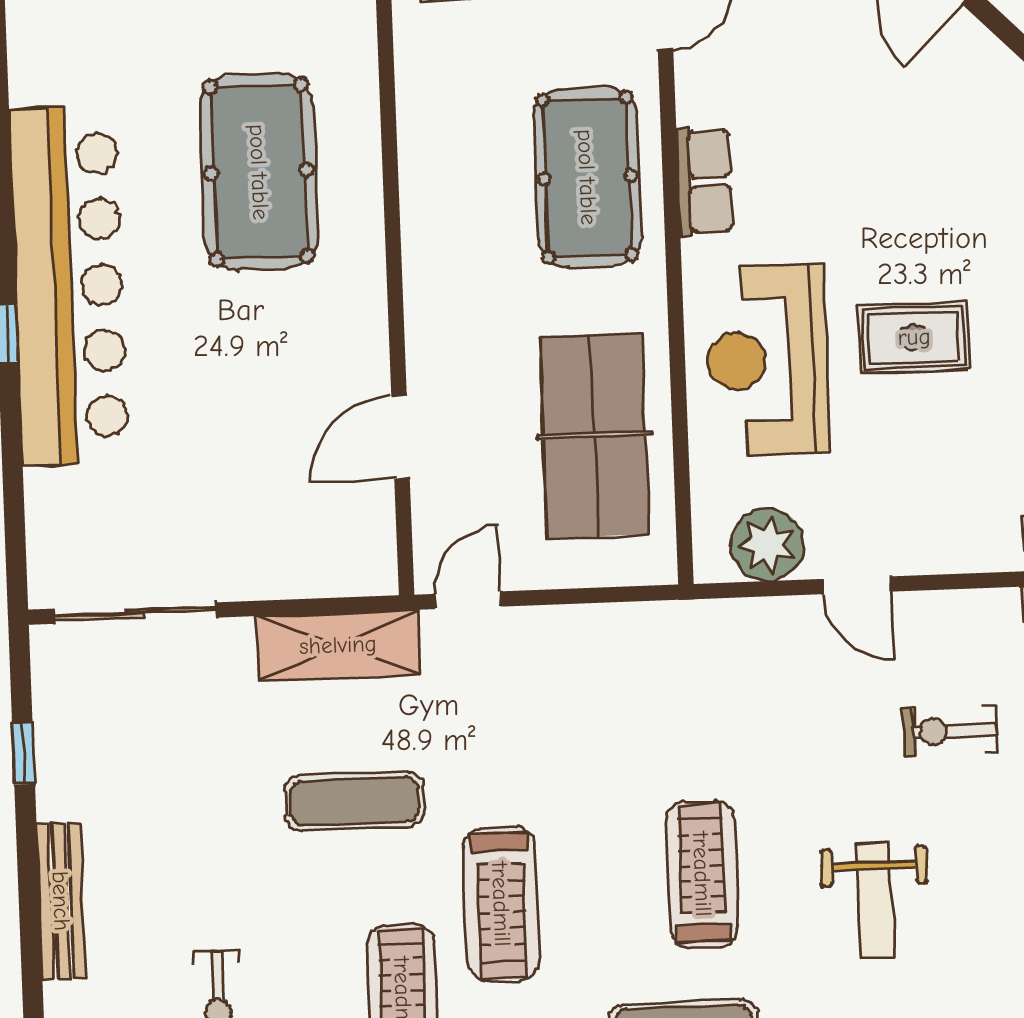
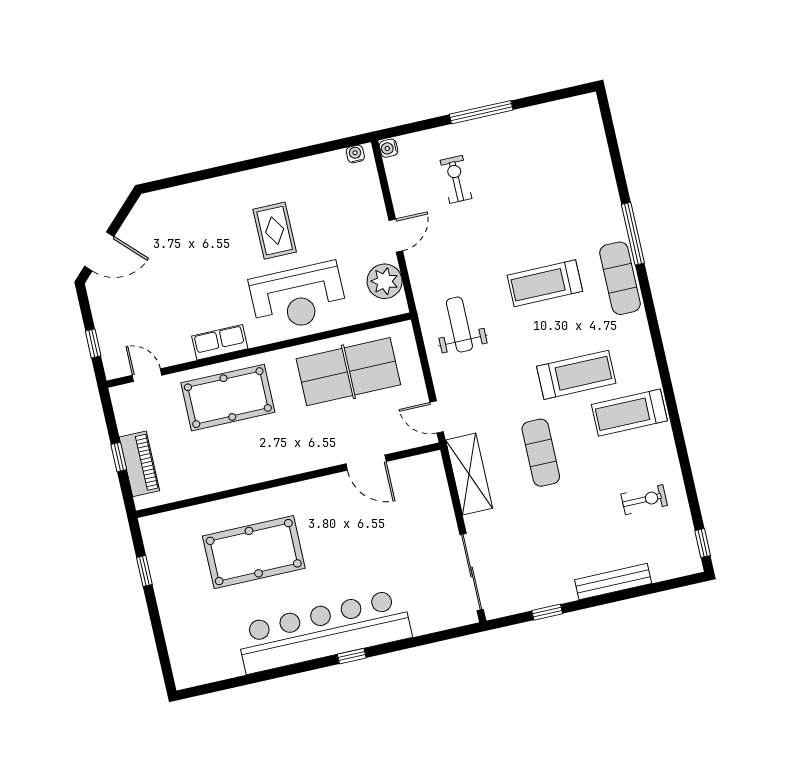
exercise bike: (950, 731) -> (456, 179), turned 180
weight bench: (875, 901) -> (459, 325), moved, turned -90

